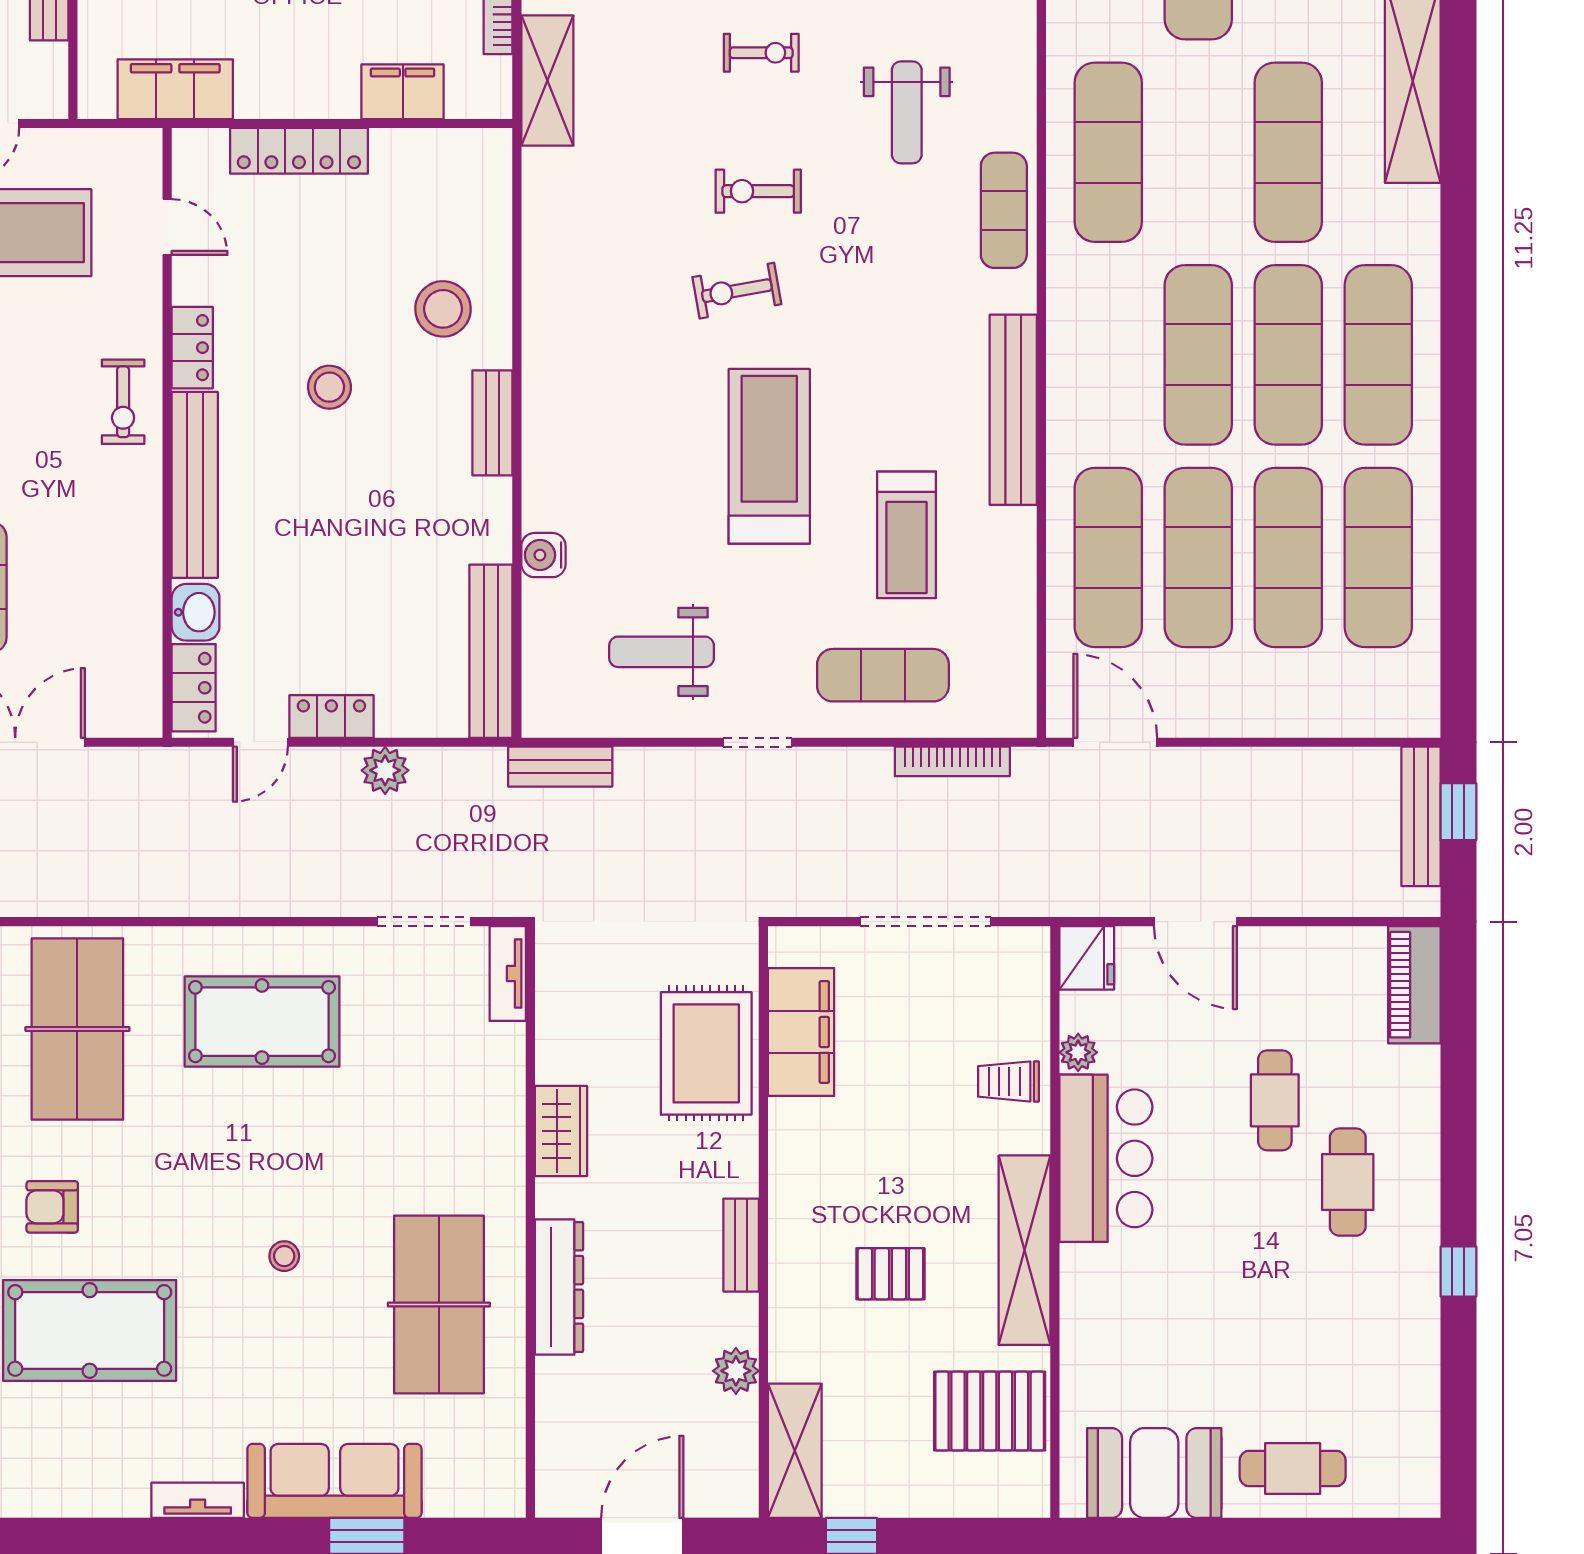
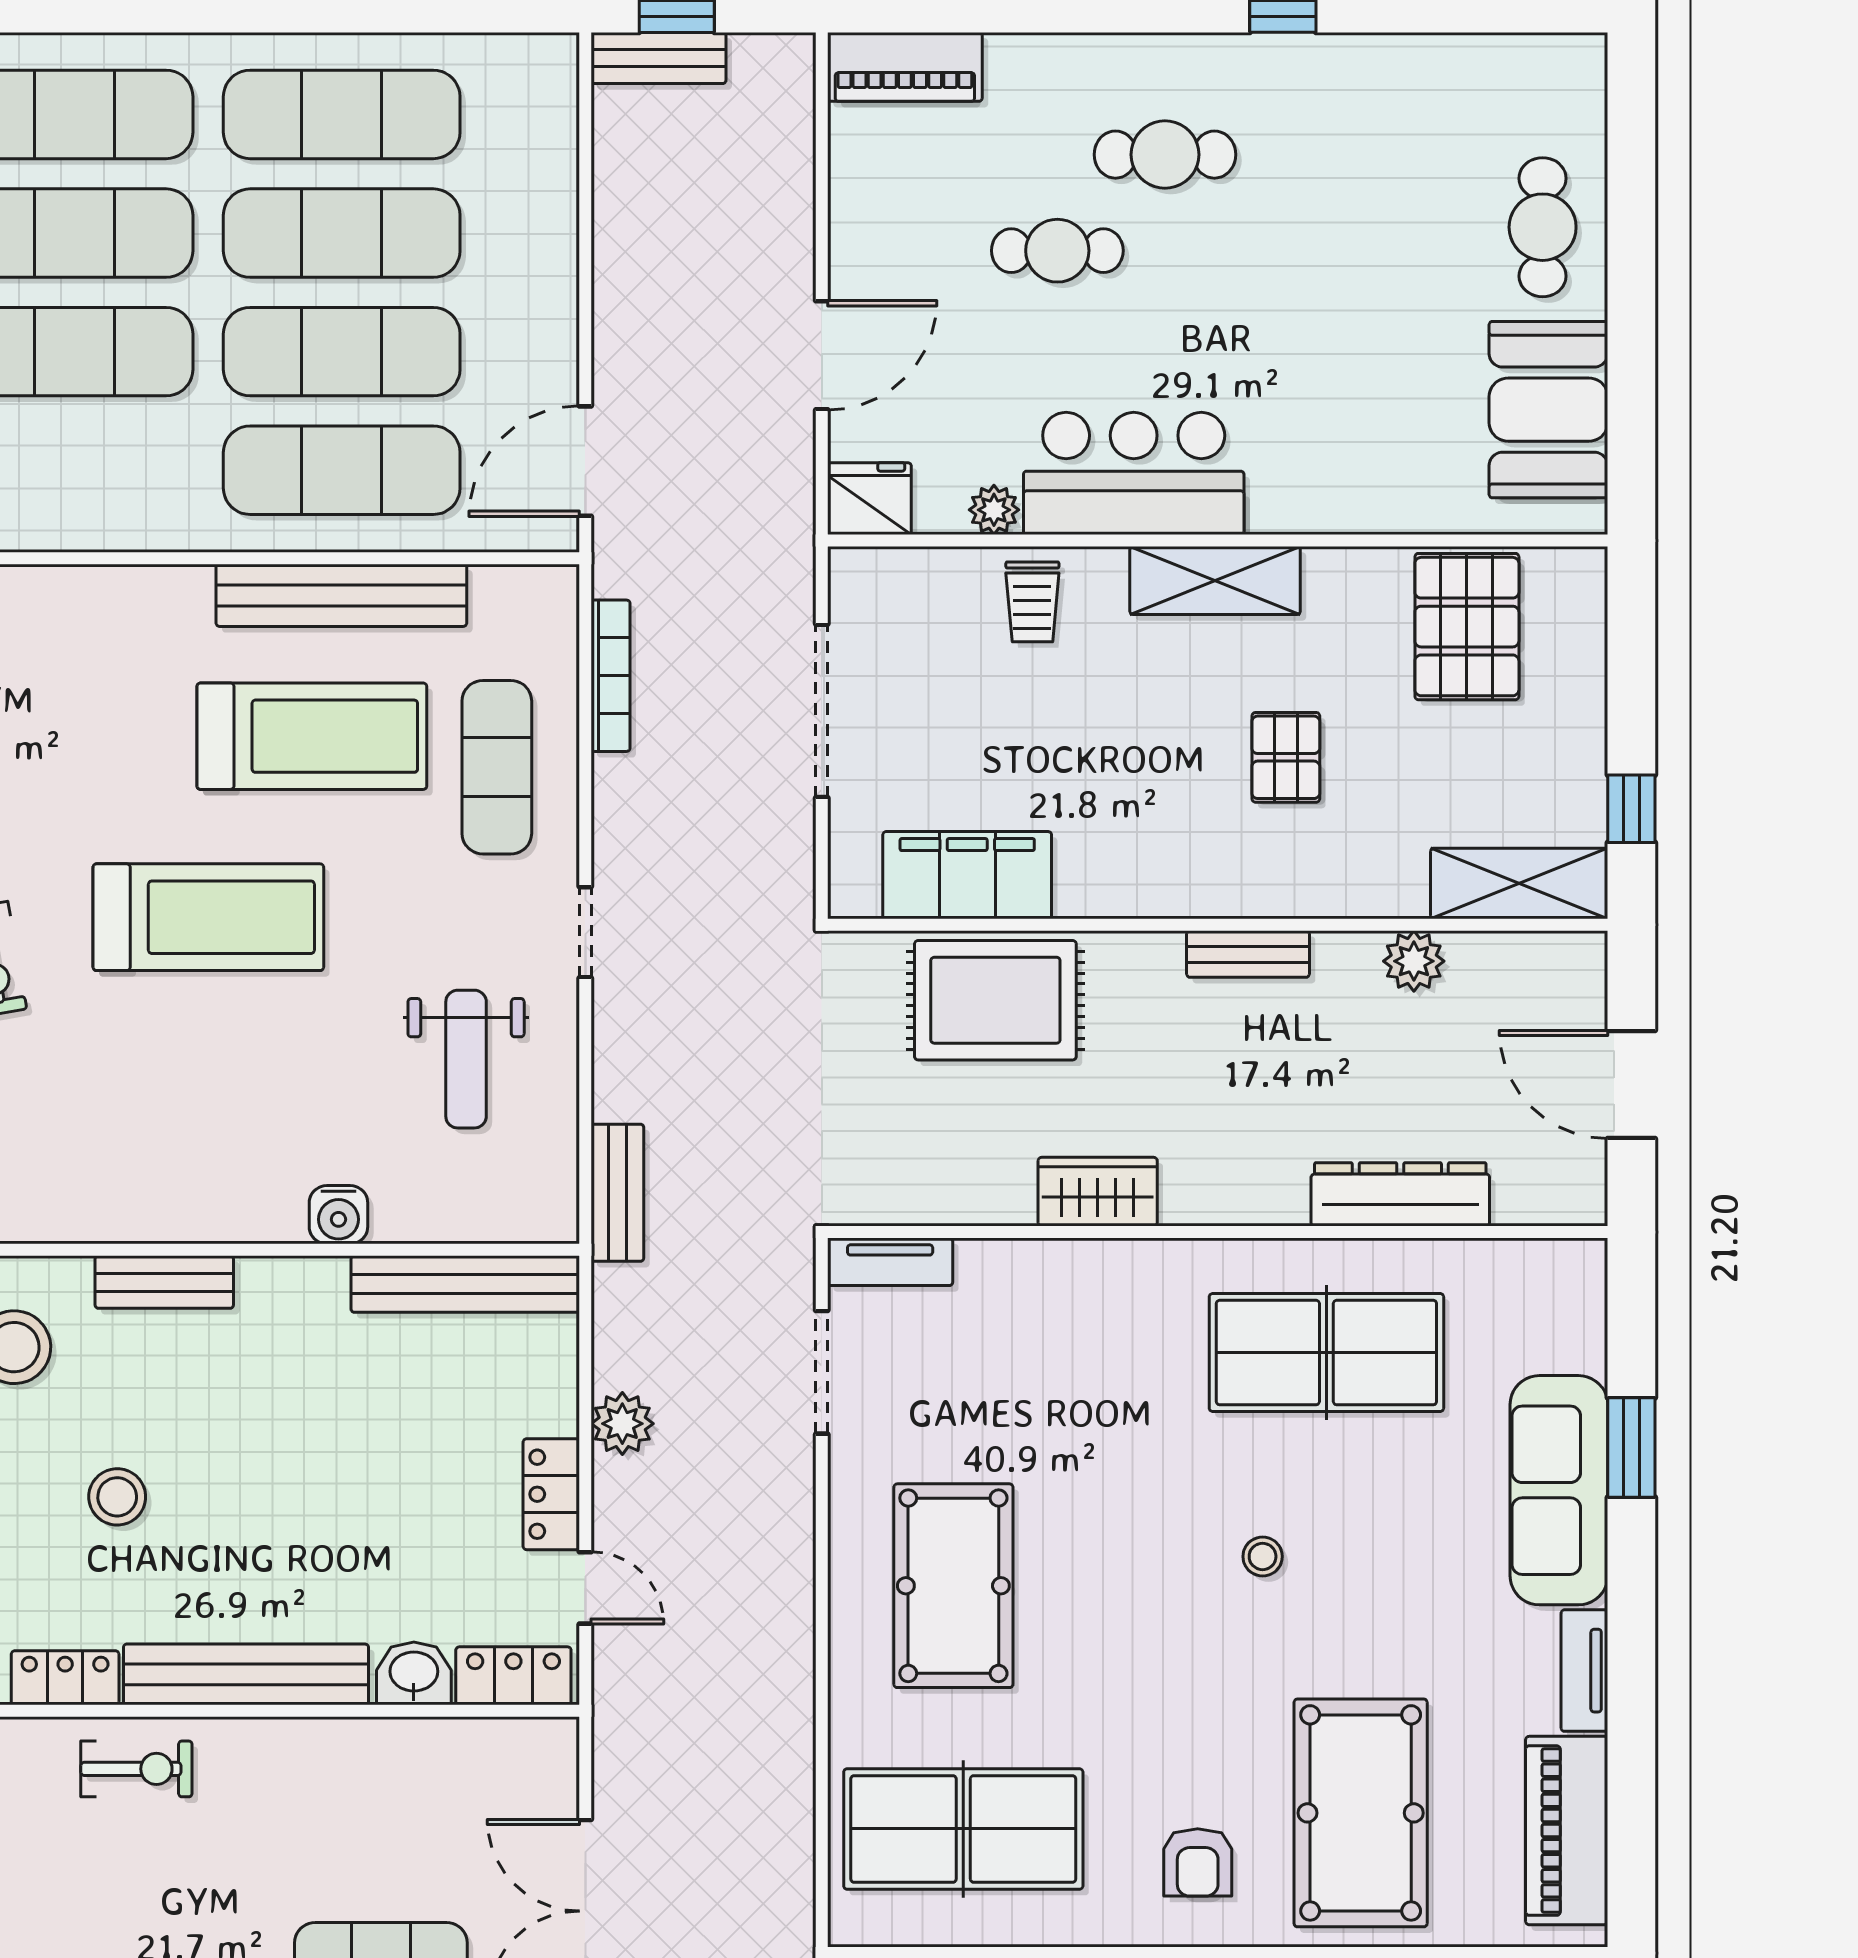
bench: (1013, 410) -> (341, 595), moved
treadmill: (769, 456) -> (208, 917), turned 180
treadmill: (906, 535) -> (312, 736), width x1.37, depth x1.38
bench: (1421, 816) -> (659, 58), width x0.73
shelving: (1025, 1250) -> (1215, 581), width x0.68
dresser: (559, 1287) -> (1400, 1194), moved
piano: (76, 1487) -> (1567, 1831), added

